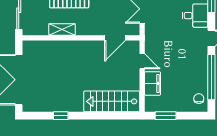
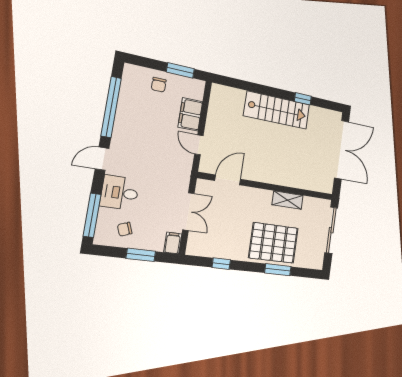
chair: (199, 99) -> (159, 85), moved
stairs: (112, 101) -> (277, 110), moved

